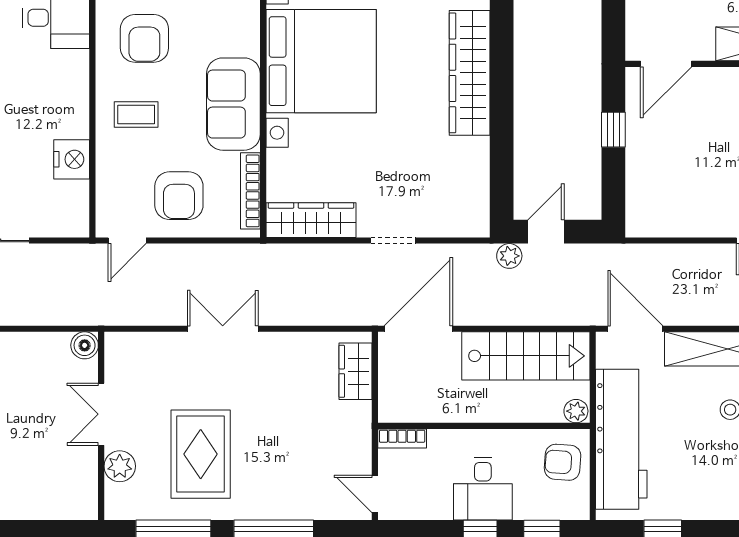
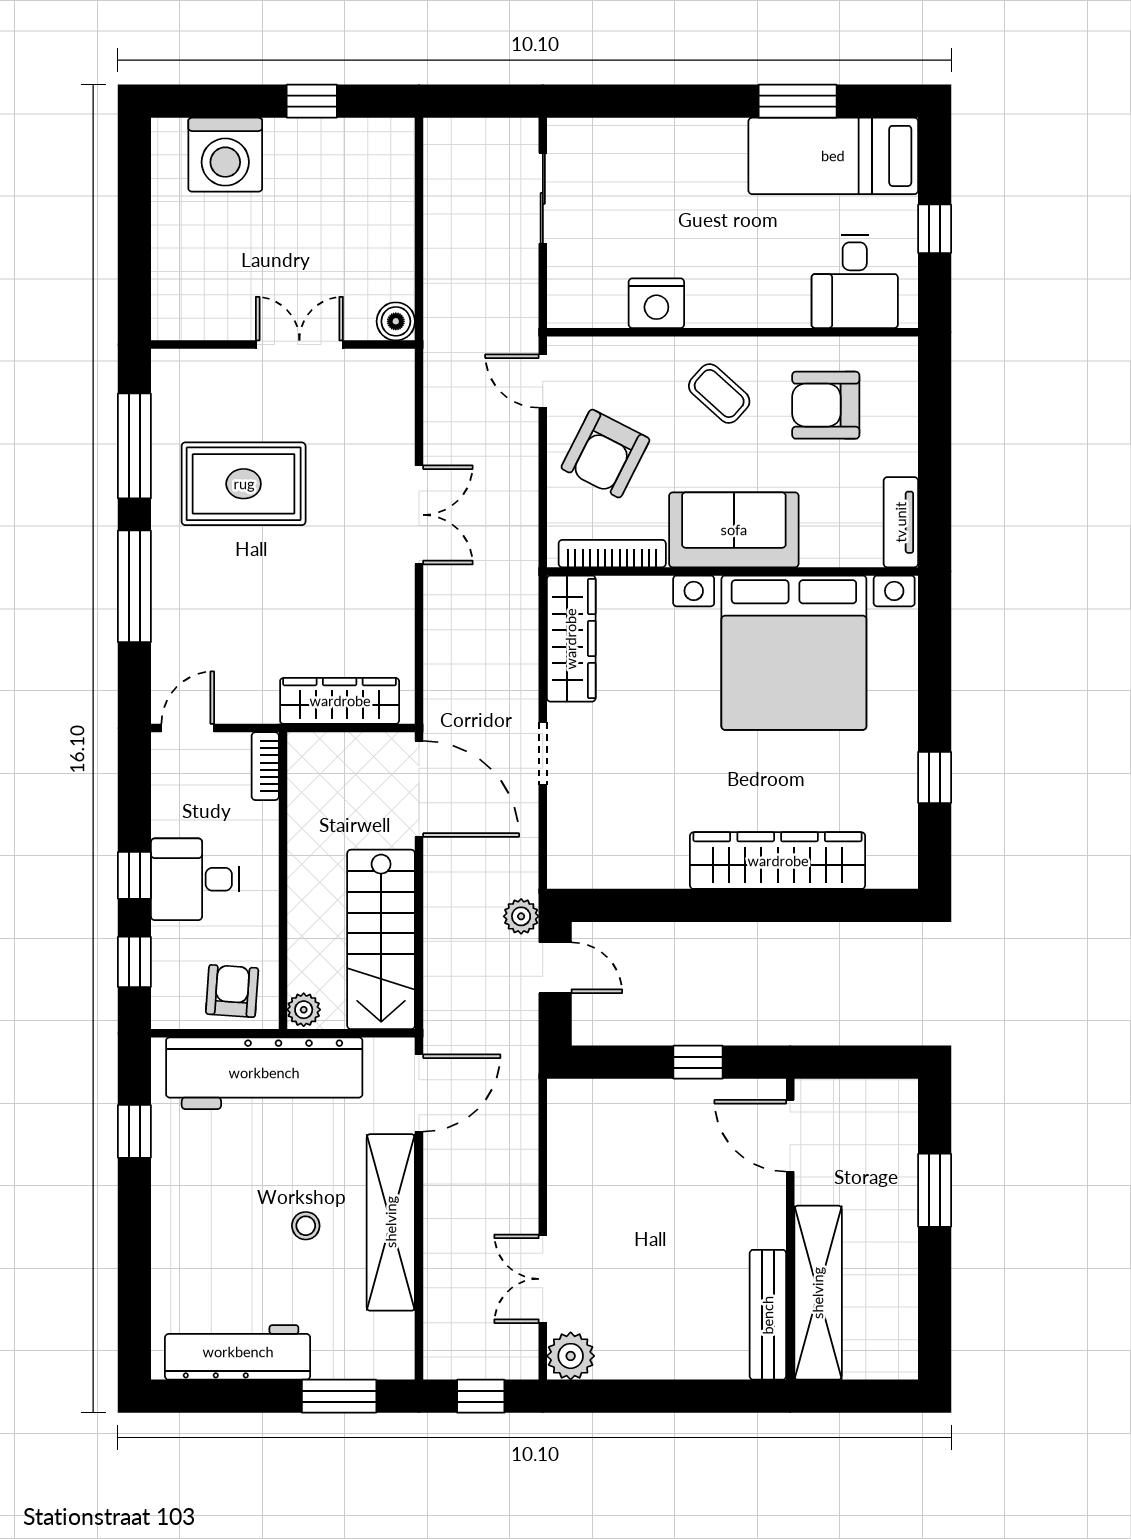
coffee table: (136, 115) -> (719, 394), turned -48
armchair: (179, 196) -> (605, 454), turned -63
wardrobe: (356, 371) -> (340, 701), width x1.50
plant: (120, 466) -> (226, 371), removed

